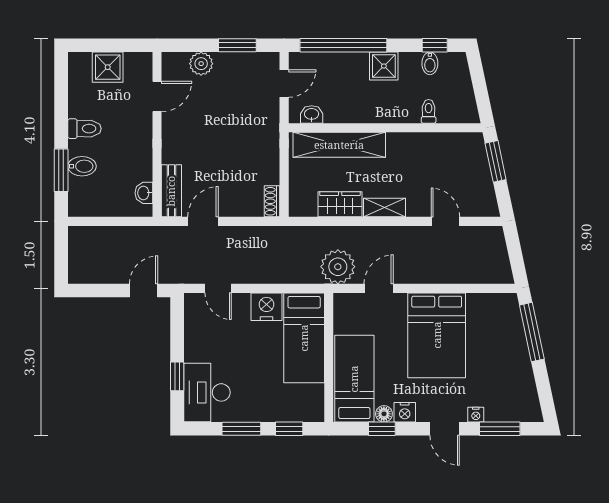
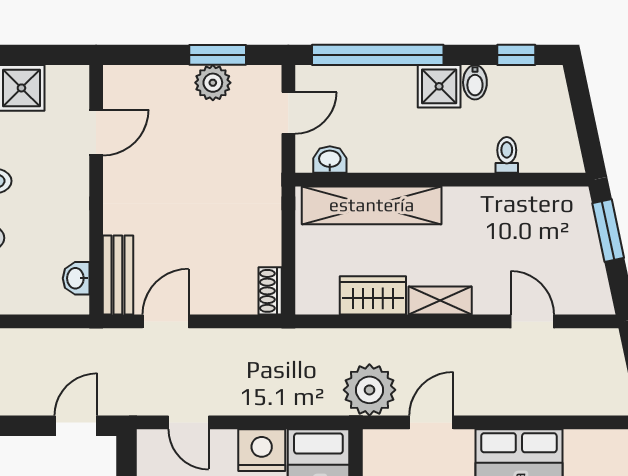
bidet: (430, 63) -> (475, 82), moved
plant: (201, 64) -> (213, 83), moved

